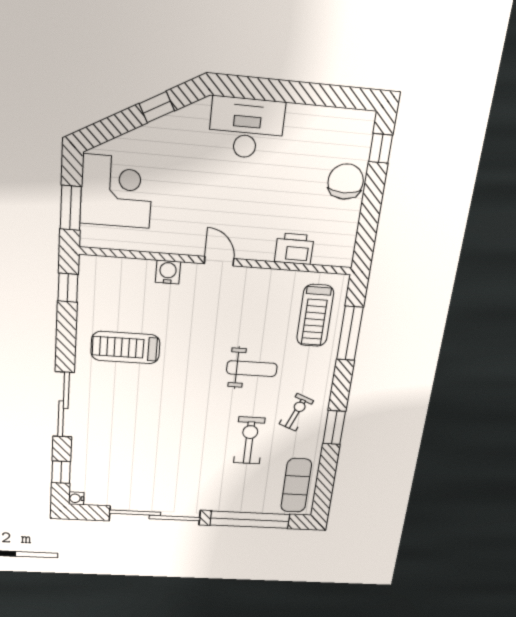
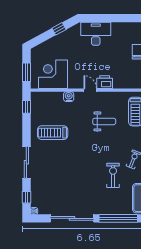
corner desk: (117, 192) -> (53, 74), moved, turned -90
printer: (294, 249) -> (105, 82), moved
weight bench: (252, 369) -> (104, 121), moved

